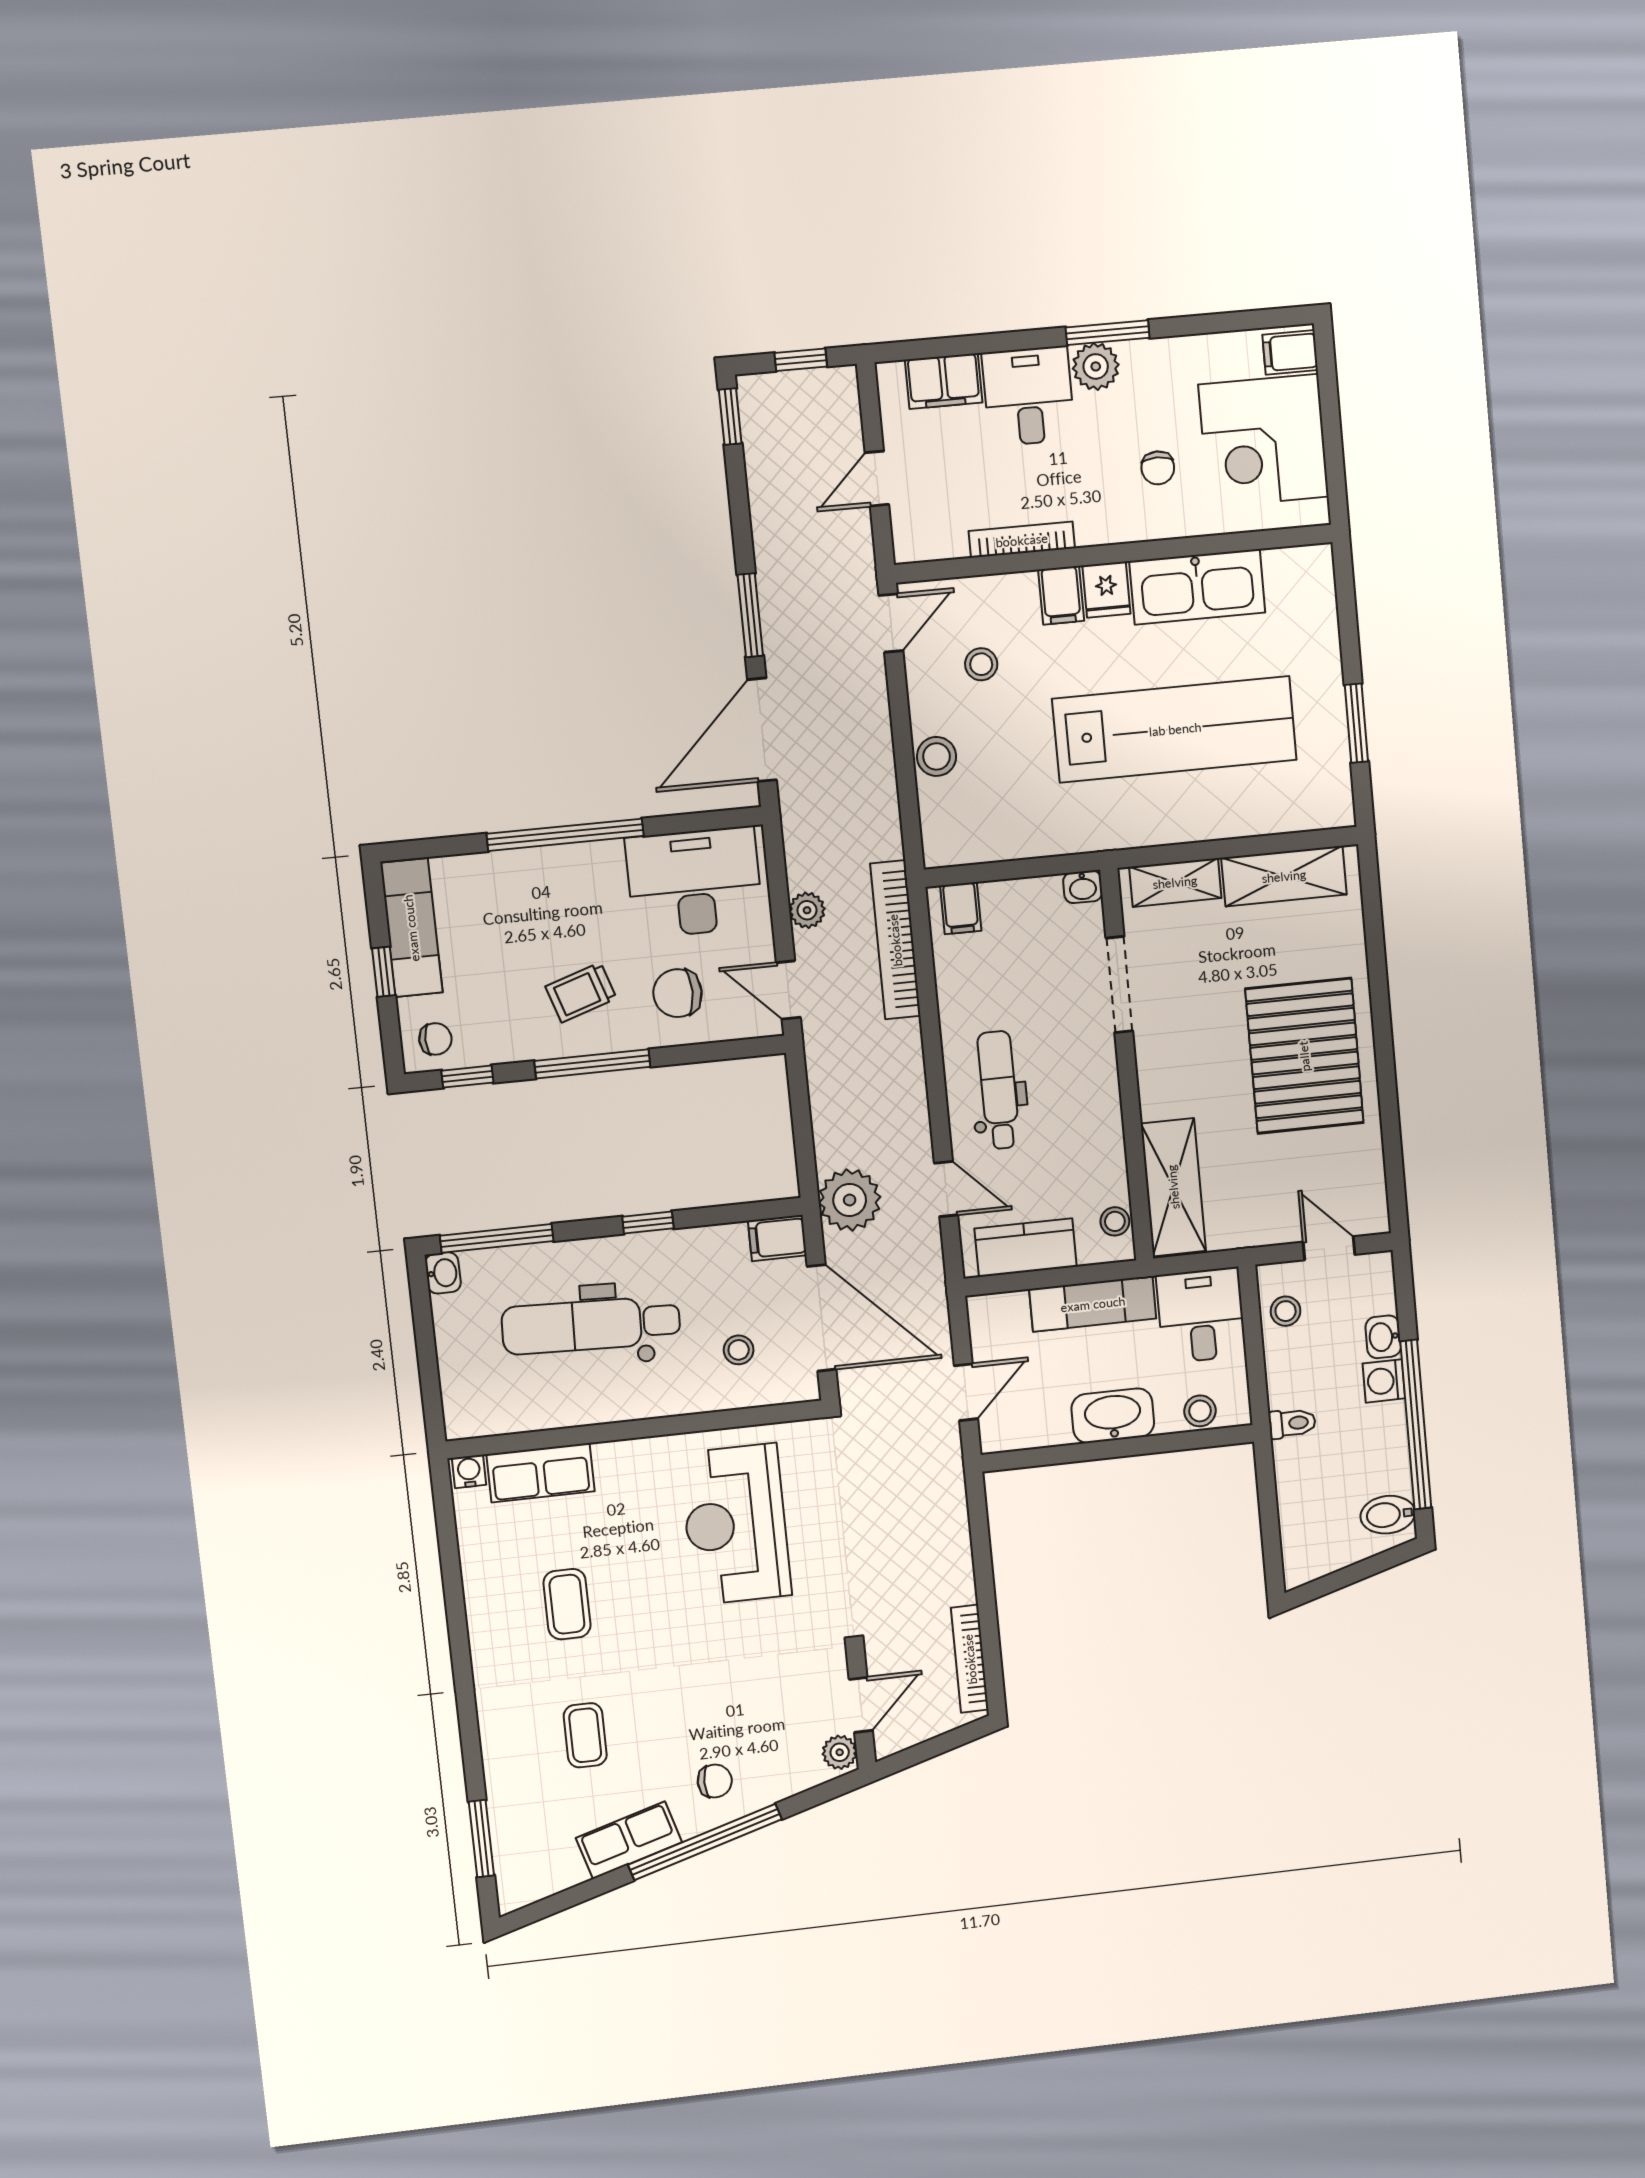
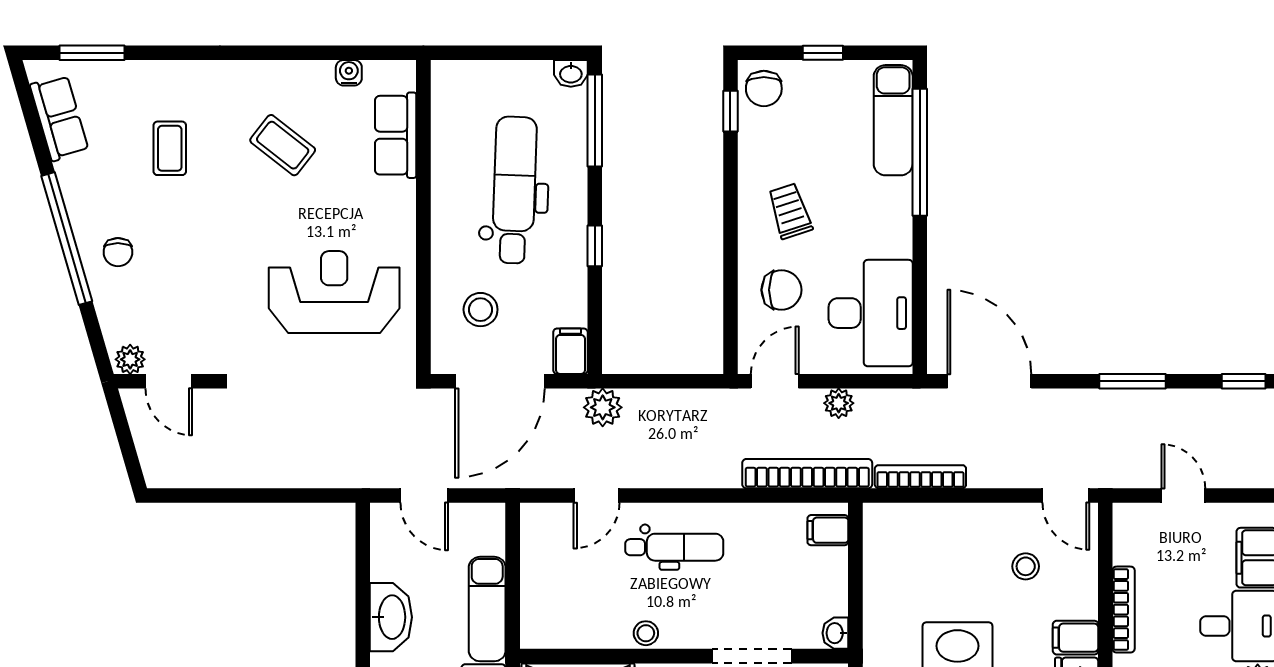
window: (750, 615) -> (1132, 381), moved
stool: (937, 756) -> (954, 522), removed
window: (565, 835) -> (920, 152), moved
exam couch: (411, 928) -> (893, 120), moved, turned 90
chair: (678, 993) -> (781, 290), turned 90
chair: (435, 1039) -> (764, 89), width x1.37, depth x1.37
window: (592, 1064) -> (730, 214), removed
plant: (850, 1200) -> (603, 407), width x0.73, depth x0.73
stool: (1115, 1221) -> (646, 633), moved
kitchen counter: (1026, 1248) -> (540, 557), removed
stool: (739, 1350) -> (481, 310), width x1.37, depth x1.37
water cooler: (469, 1471) -> (349, 73), moved, turned -90
coffee table: (567, 1604) -> (283, 145), turned 38
bookcase: (970, 1659) -> (920, 477), moved
coffee table: (585, 1735) -> (170, 148), turned 90
row of seats: (629, 1840) -> (59, 118), moved

